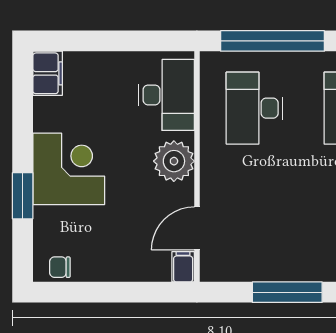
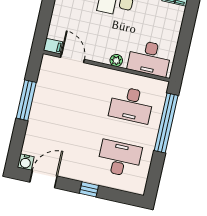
desk: (254, 108) -> (131, 105), turned 180
plant: (174, 161) -> (116, 60), width x0.53, depth x0.53

